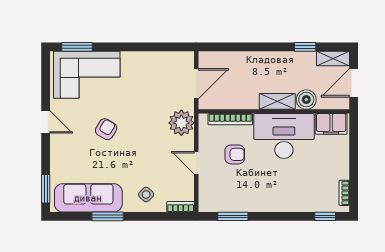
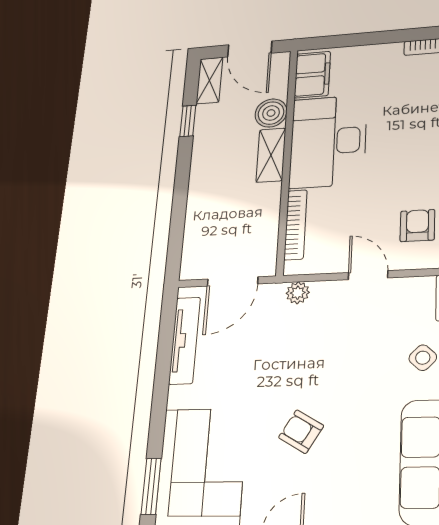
tv unit: (161, 58) -> (185, 340), added
door: (196, 84) -> (233, 281), swing flipped
plant: (181, 123) -> (298, 293), width x0.53, depth x0.53
armchair: (235, 154) -> (417, 226), moved
door: (196, 163) -> (368, 275), swing flipped

